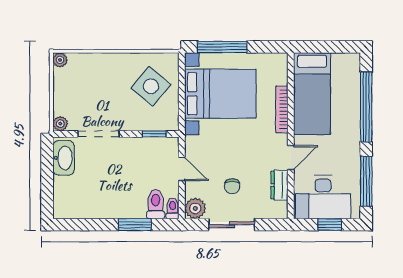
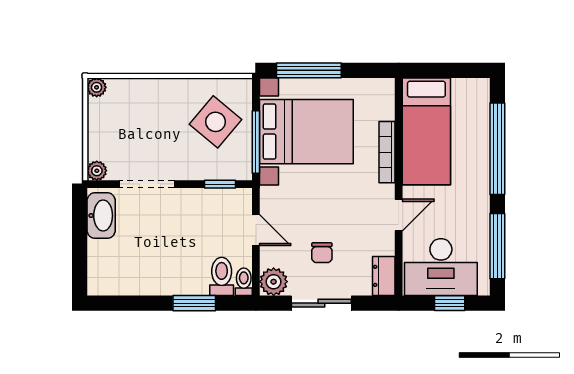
window: (182, 102) -> (256, 142), added
dresser: (279, 185) -> (384, 276), moved

